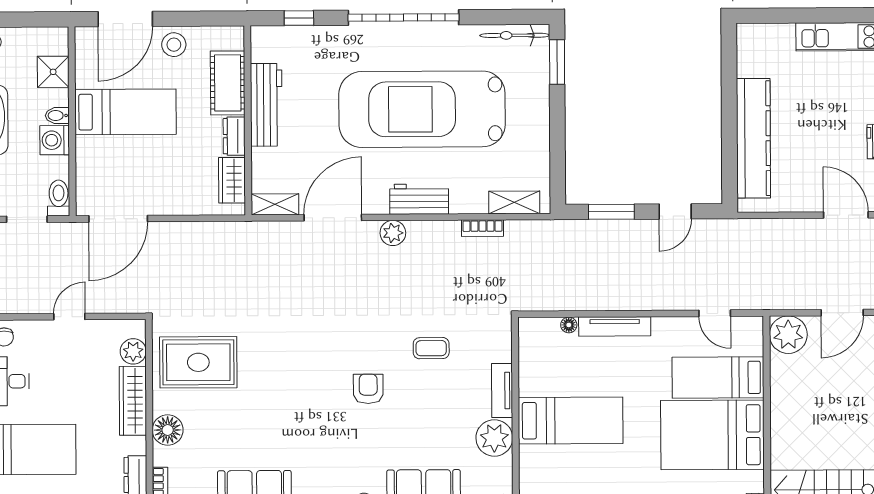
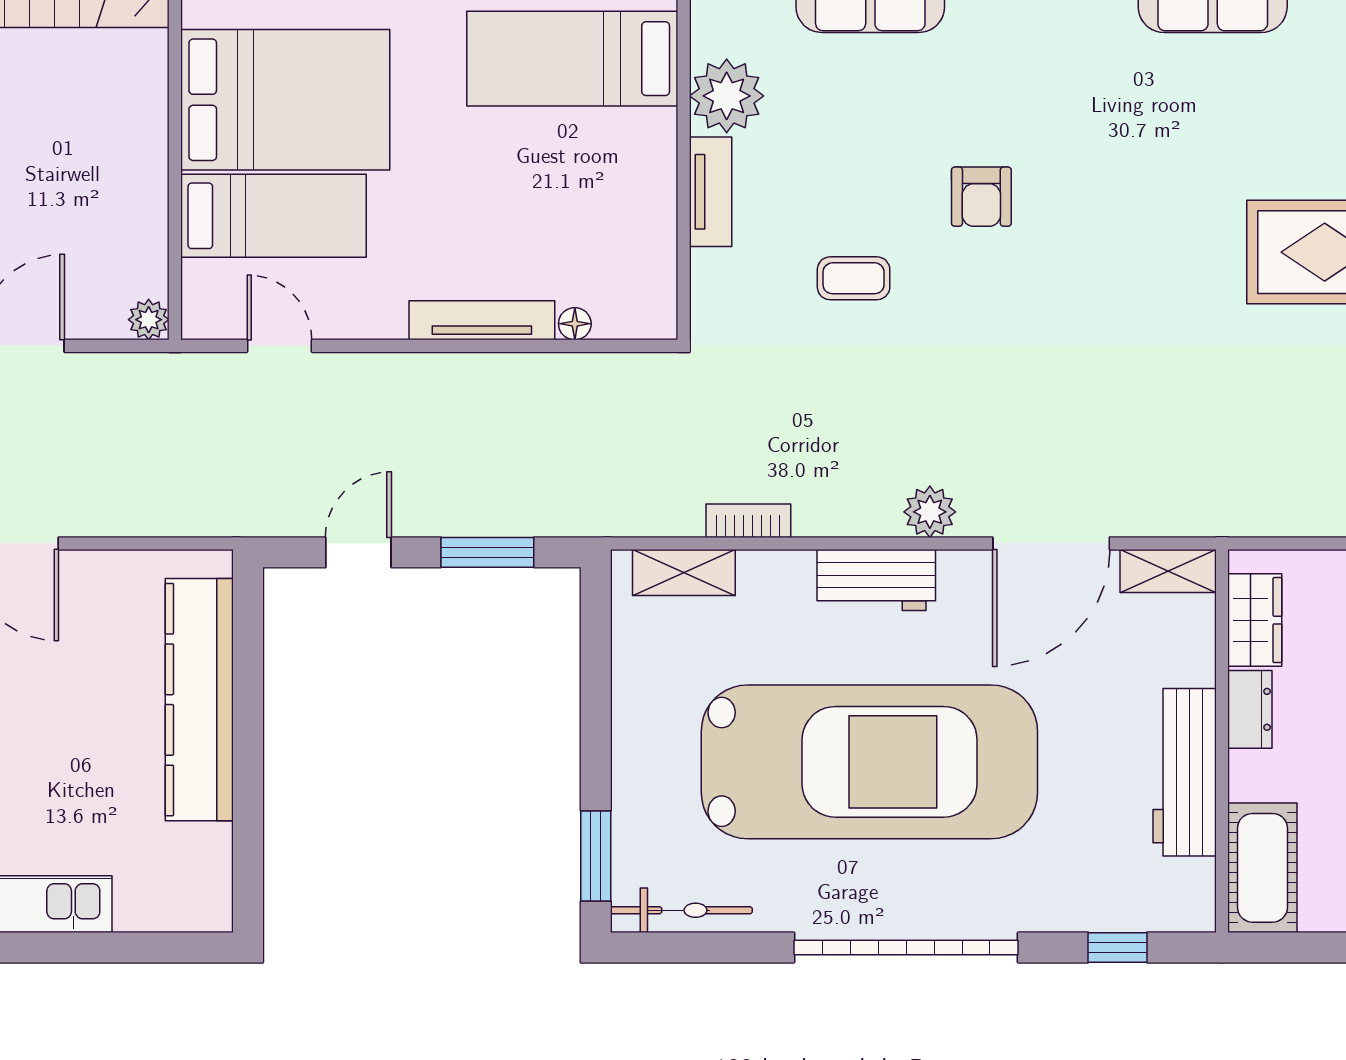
cot: (228, 83) -> (1262, 868), moved
plant: (788, 335) -> (149, 320), width x0.53, depth x0.53
bed: (571, 421) -> (572, 59), moved

